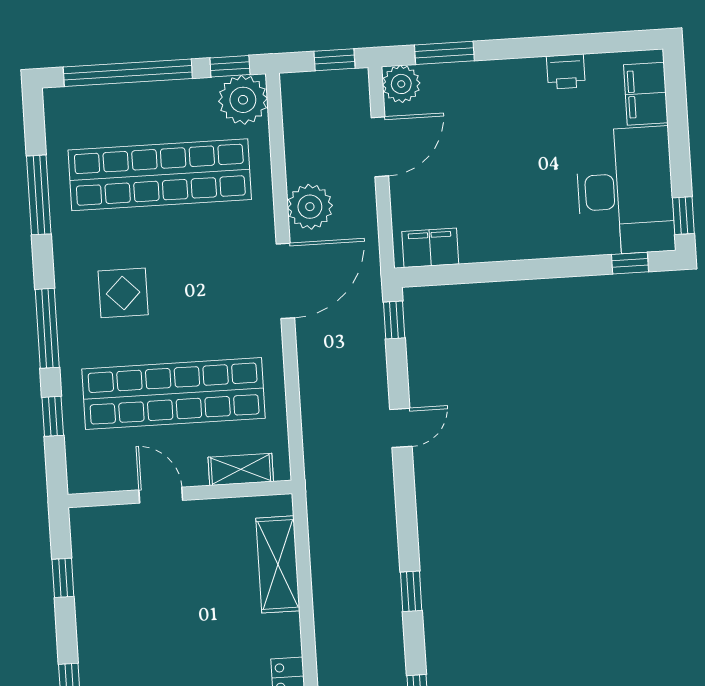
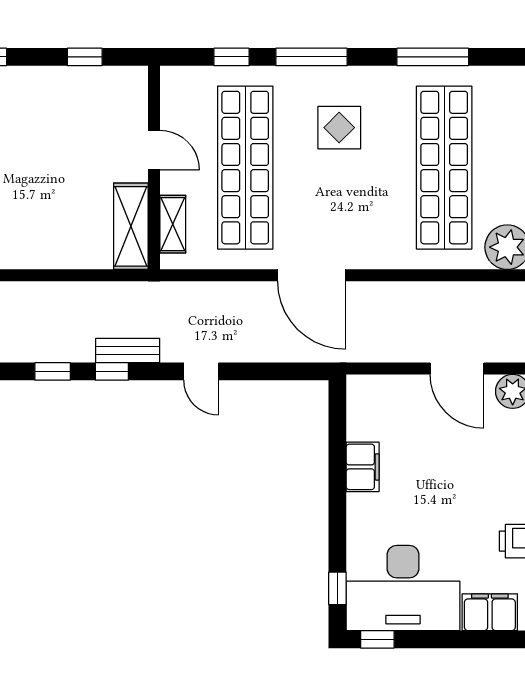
plant: (310, 207) -> (407, 302), removed
filing cabinet: (430, 248) -> (363, 467), moved
door: (285, 281) -> (312, 275), moved
window: (394, 320) -> (112, 371), moved
door: (161, 495) -> (154, 150), hinge flipped
bench: (383, 510) -> (128, 350), added
shelving: (278, 564) -> (131, 226), moved, turned 90

